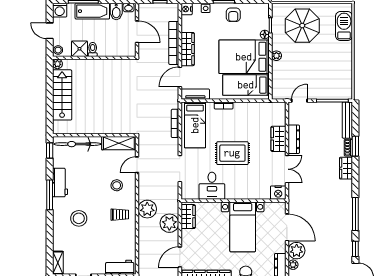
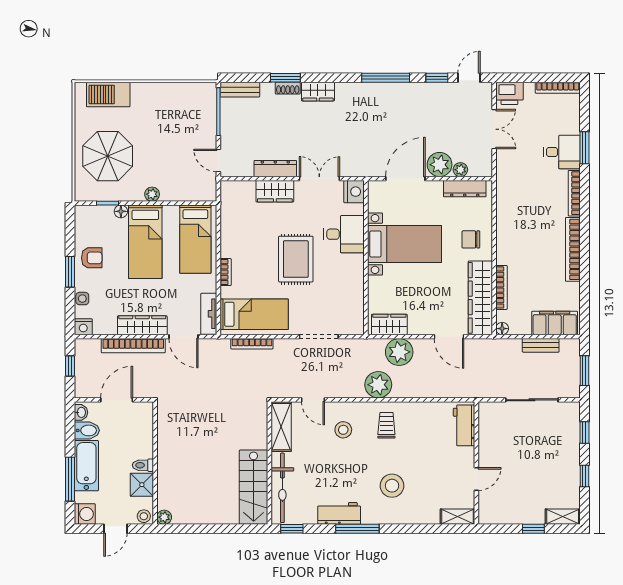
bed: (244, 57) -> (145, 242), width x0.67
stairs: (62, 95) -> (254, 487), moved, turned -90
bench: (347, 120) -> (240, 90), width x0.73
desk: (212, 186) -> (344, 234), moved

